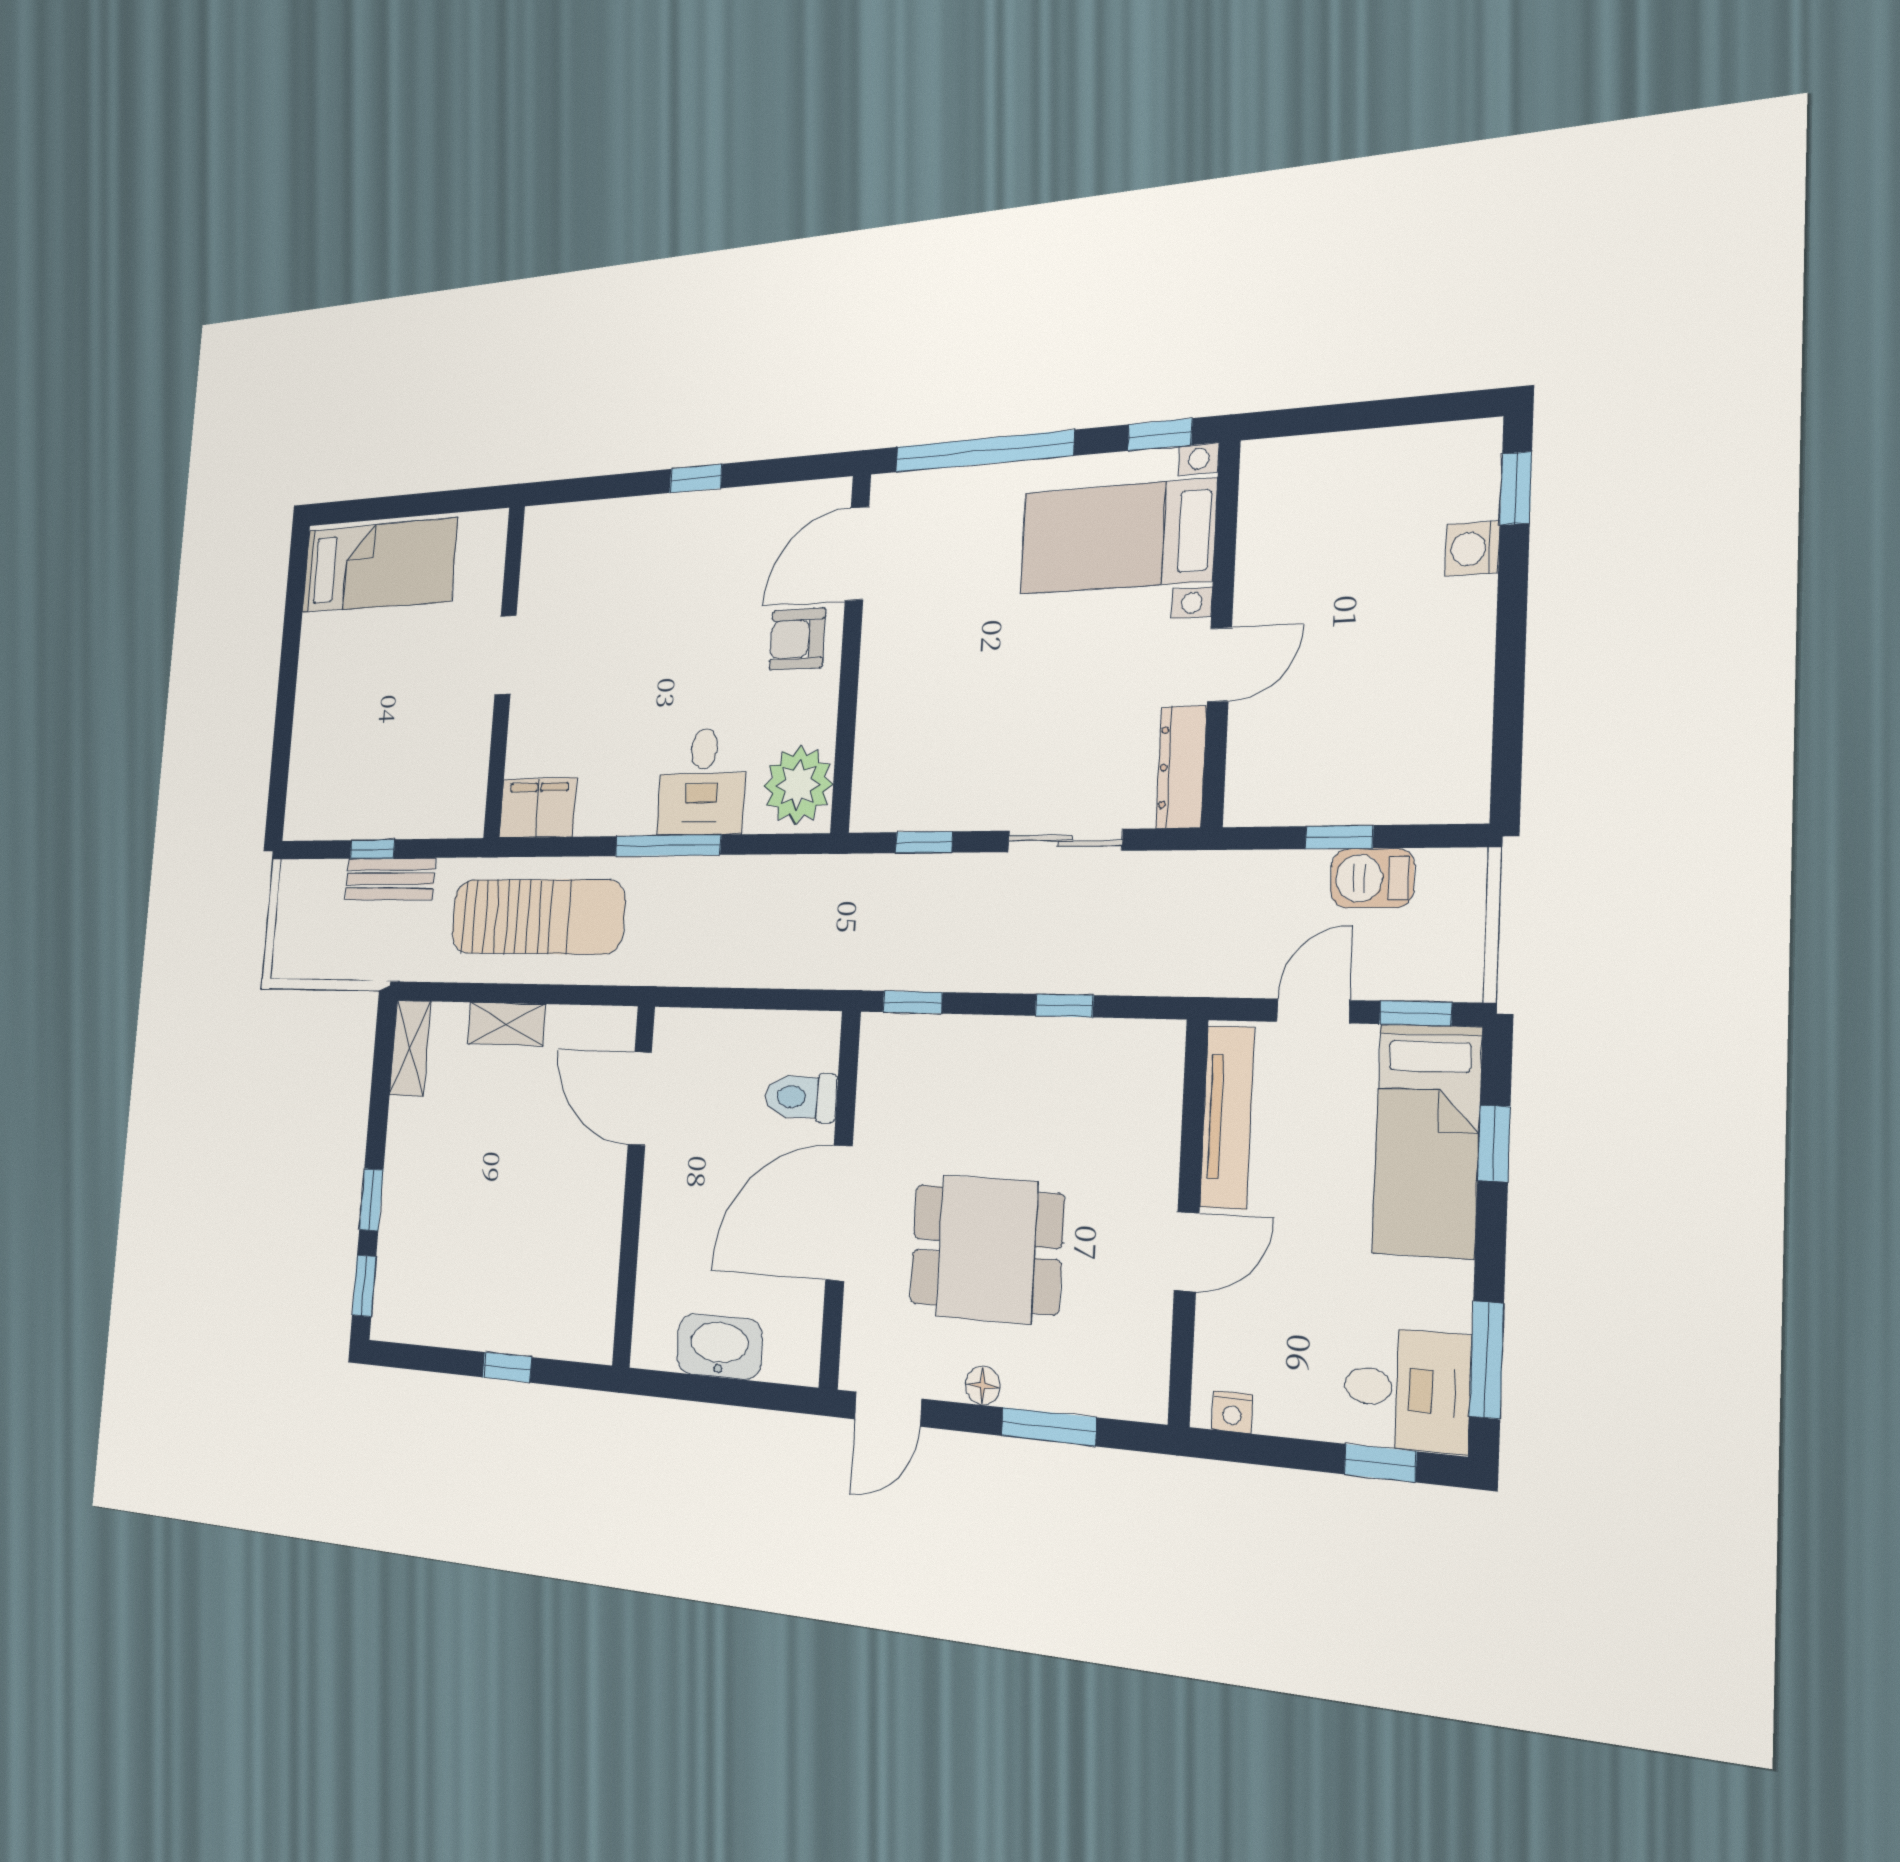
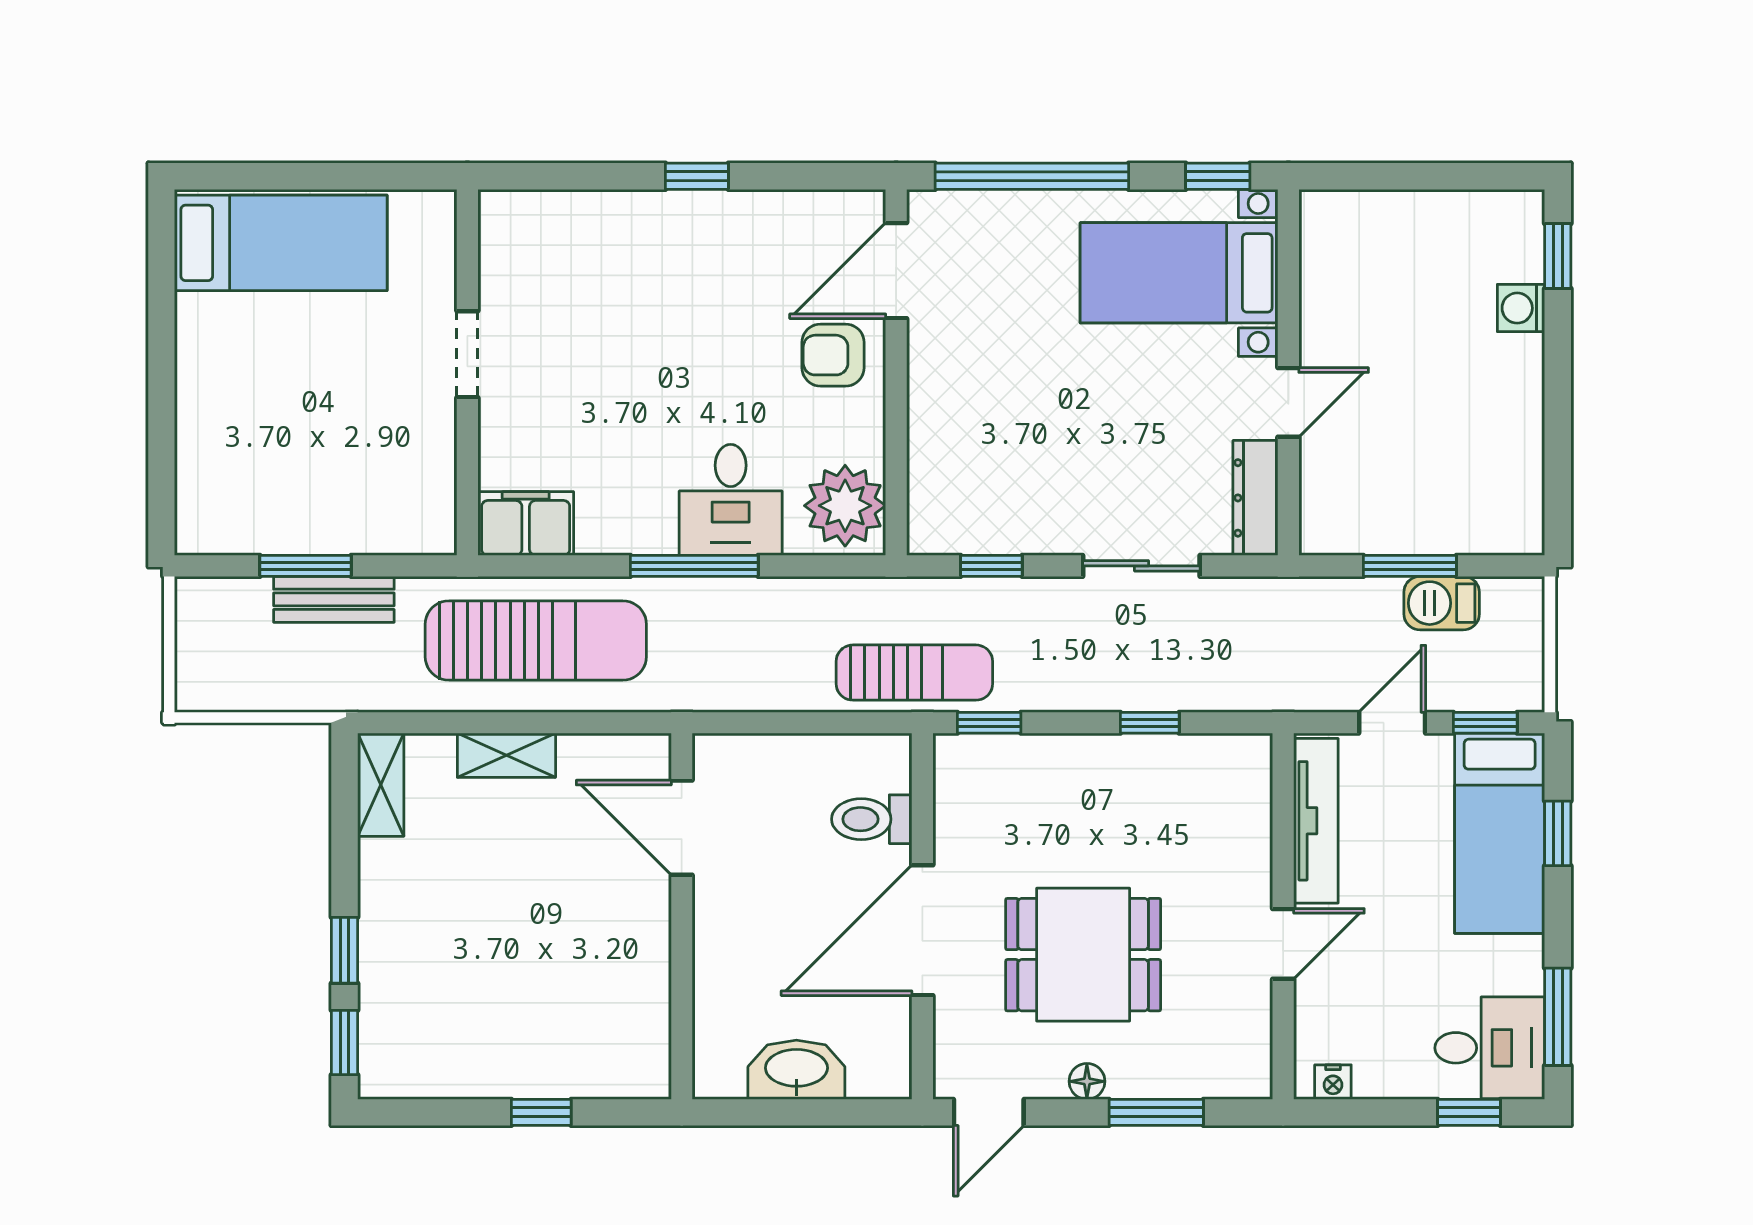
window: (1339, 837) -> (1410, 566), width x1.50
window: (372, 849) -> (306, 566), width x1.50
sun lounger: (848, 950) -> (914, 673), added

